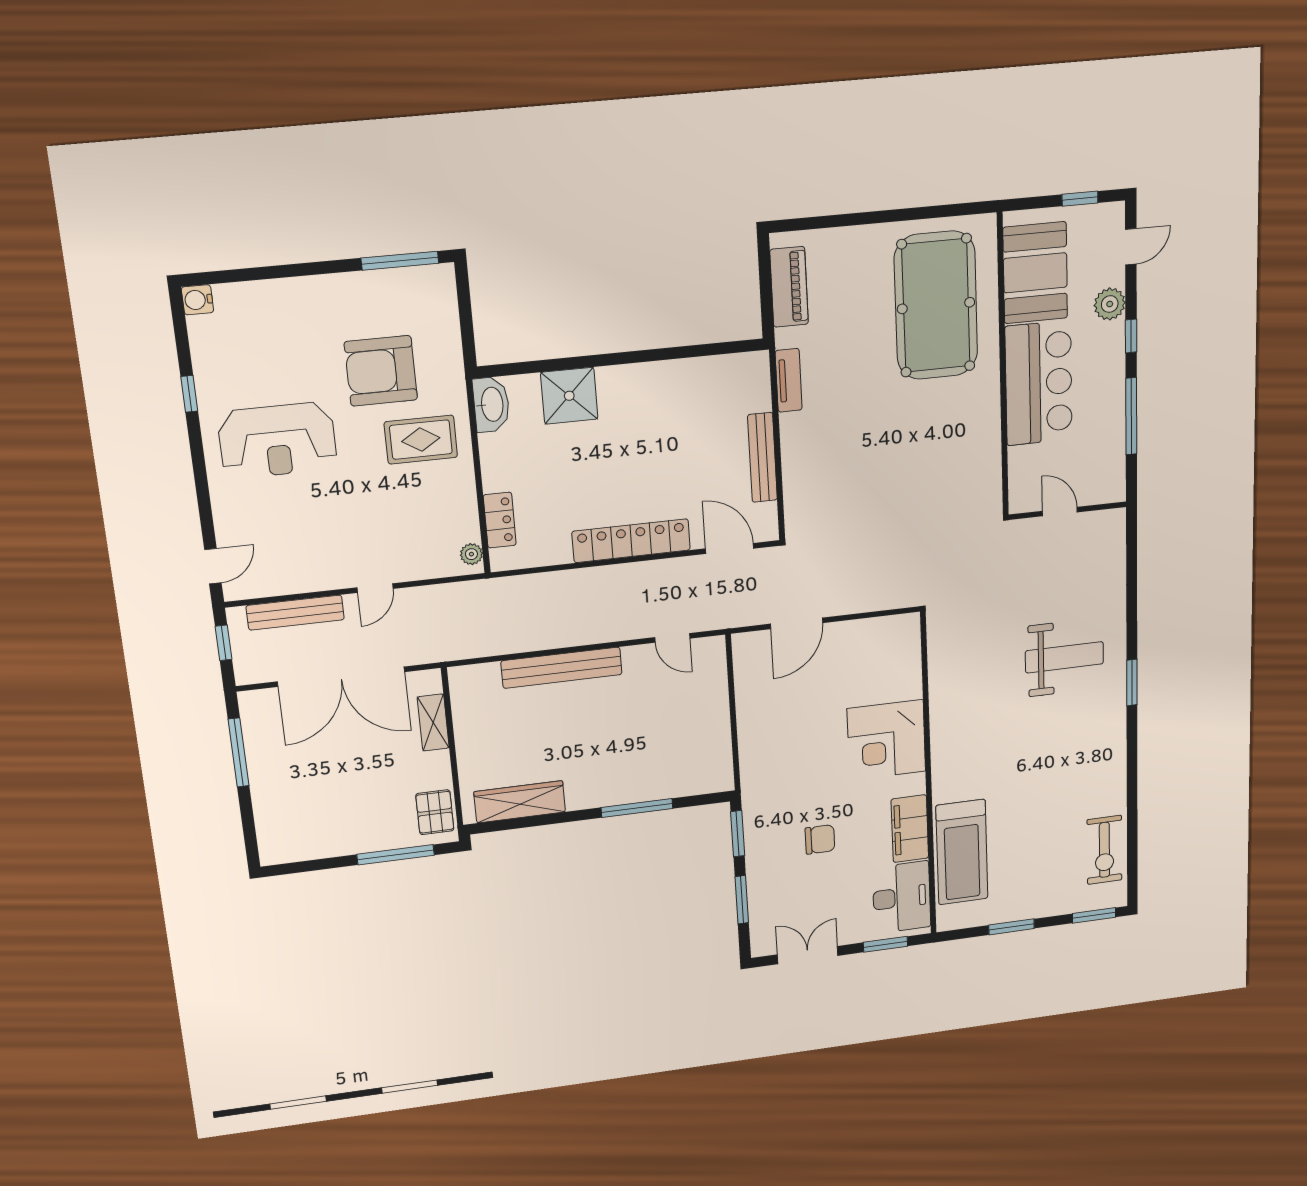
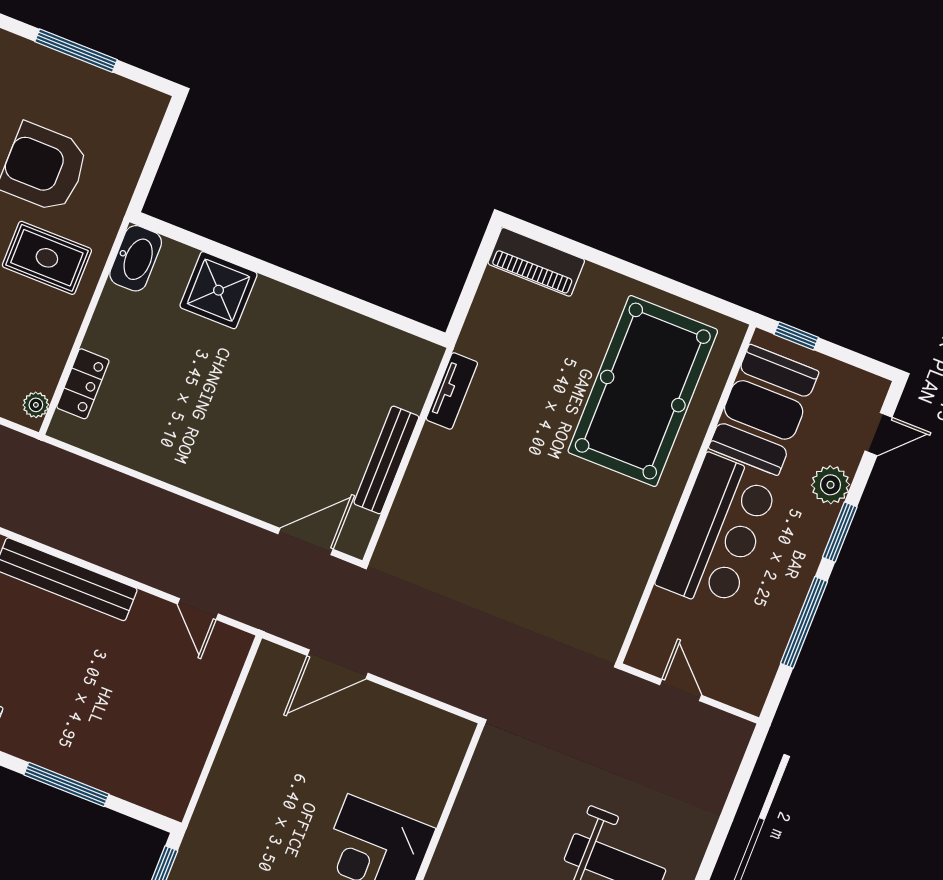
window: (1080, 199) -> (796, 336), moved
window: (400, 261) -> (76, 51), moved
piano: (789, 287) -> (536, 262), moved, turned 90
window: (1131, 336) -> (840, 532), width x1.50
locker: (631, 541) -> (207, 478), removed
door: (730, 548) -> (305, 541), hinge flipped

